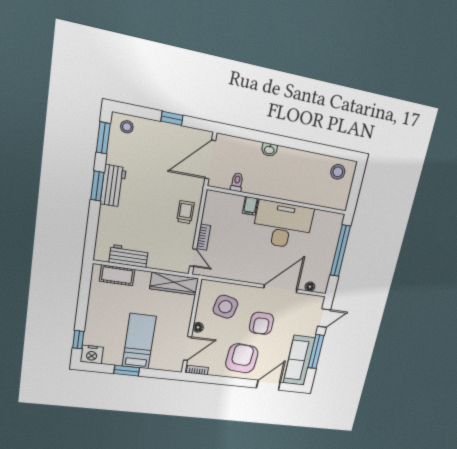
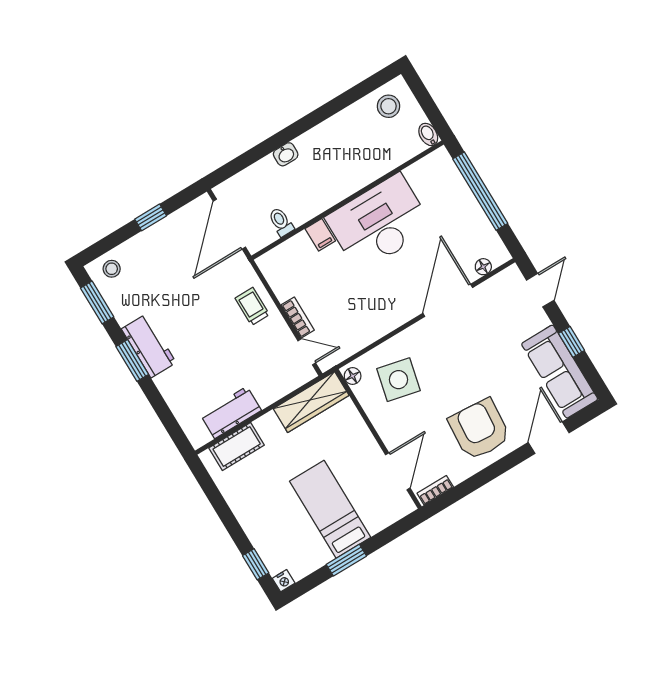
bidet: (343, 203) -> (428, 134), added
armchair: (261, 323) -> (464, 364), removed
floor lamp: (198, 327) -> (353, 376), moved
window: (316, 352) -> (572, 342), width x0.46
nightstand: (92, 354) -> (284, 581), width x0.53, depth x0.56

